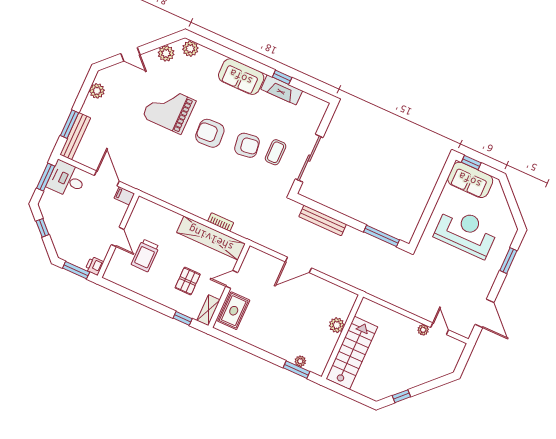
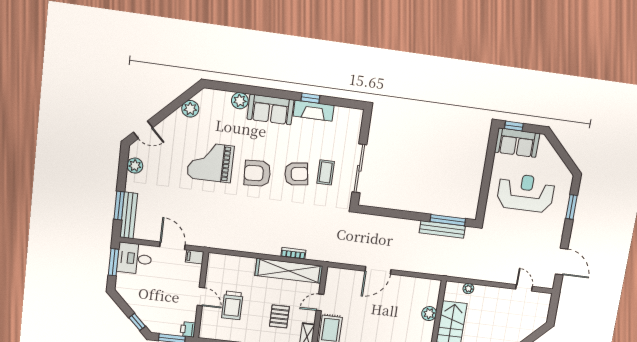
plant: (190, 49) -> (240, 101), moved
door: (130, 54) -> (143, 130), moved
bench: (323, 220) -> (442, 229), moved
window: (42, 228) -> (137, 322), moved
plant: (423, 330) -> (468, 289), moved

